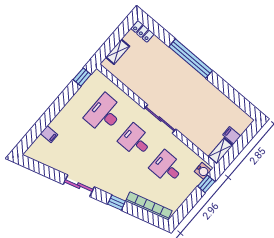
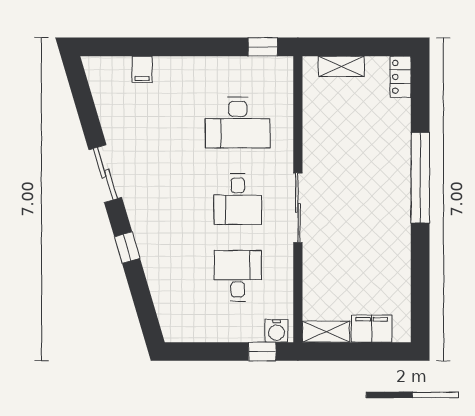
desk: (104, 114) -> (238, 123), turned 180
filing cabinet: (232, 135) -> (372, 329), width x2.00
desk: (135, 141) -> (238, 199), turned 180
bookcase: (149, 206) -> (162, 297), removed

